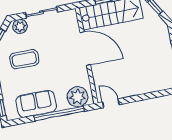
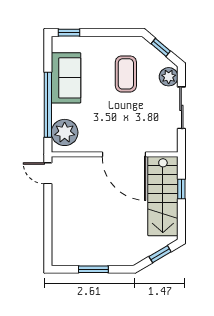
door: (85, 49) -> (124, 154), hinge flipped
door: (111, 103) -> (48, 173), swing flipped

